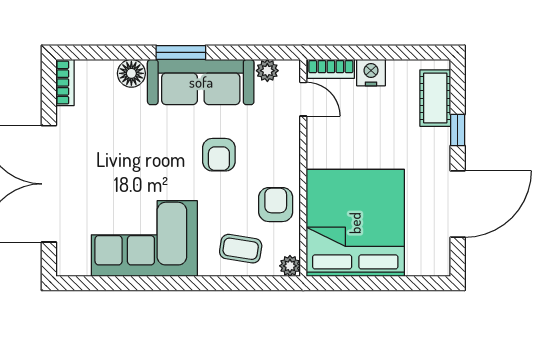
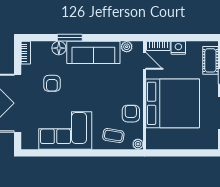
window: (181, 52) -> (70, 38), moved
armchair: (219, 155) -> (52, 83), moved
bed: (355, 223) -> (173, 103), moved, turned 90

